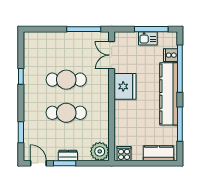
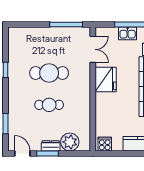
double door: (112, 55) -> (93, 49), swing flipped
cafe table: (66, 113) -> (49, 105), width x0.73, depth x0.74
plant: (100, 151) -> (70, 142), moved

